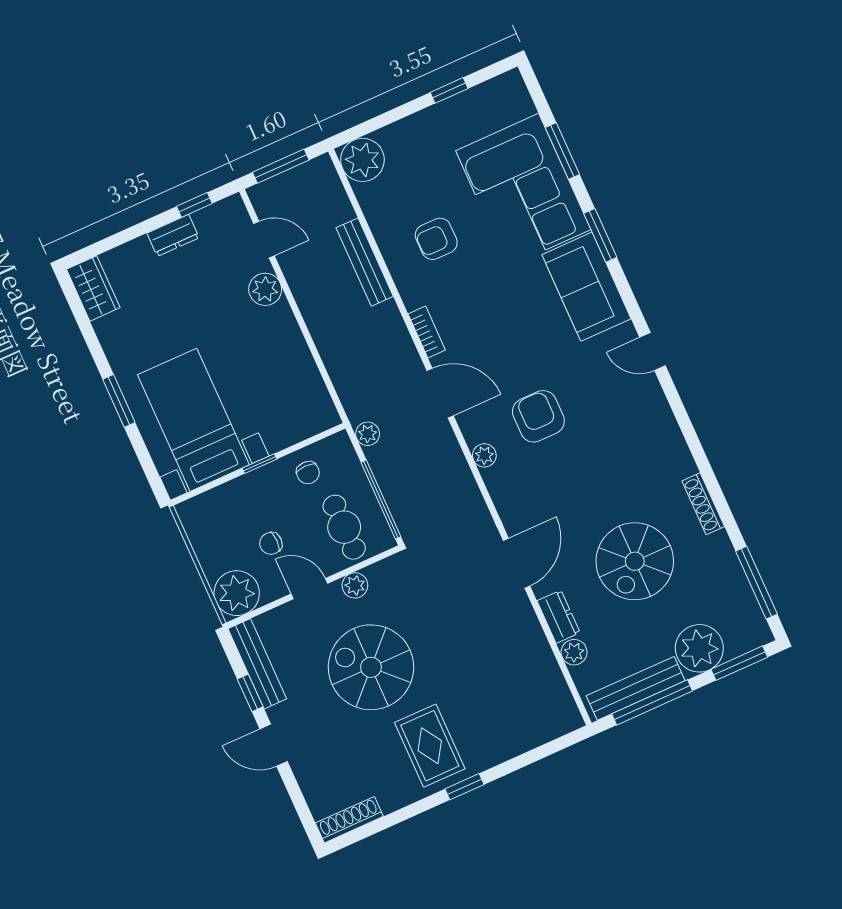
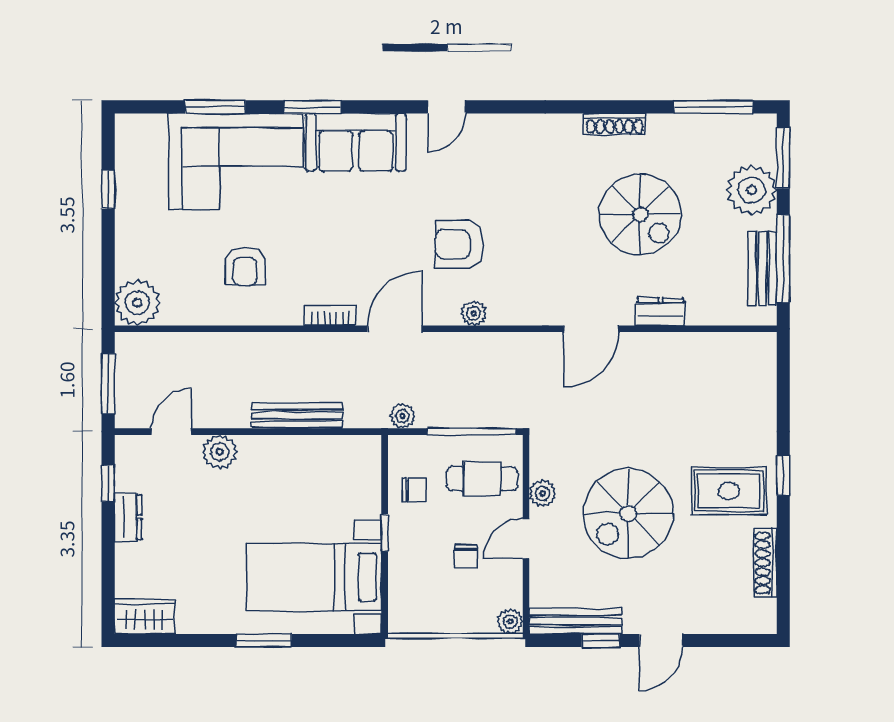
bench: (365, 262) -> (297, 416), moved
door: (517, 563) -> (591, 329), swing flipped
plant: (237, 593) -> (510, 621), width x0.53, depth x0.53
plant: (574, 652) -> (701, 312), removed
bench: (636, 688) -> (763, 268), width x0.73
shoe rack: (349, 820) -> (765, 563), moved

